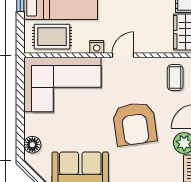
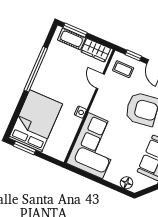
rug: (52, 37) -> (61, 139), removed
door: (123, 55) -> (100, 81), moved

